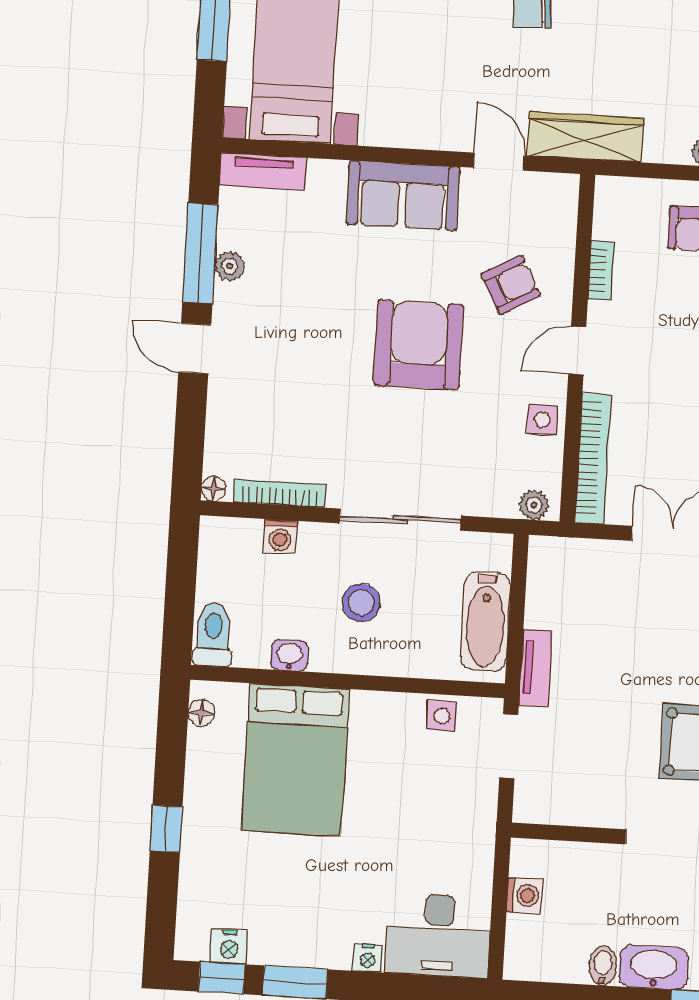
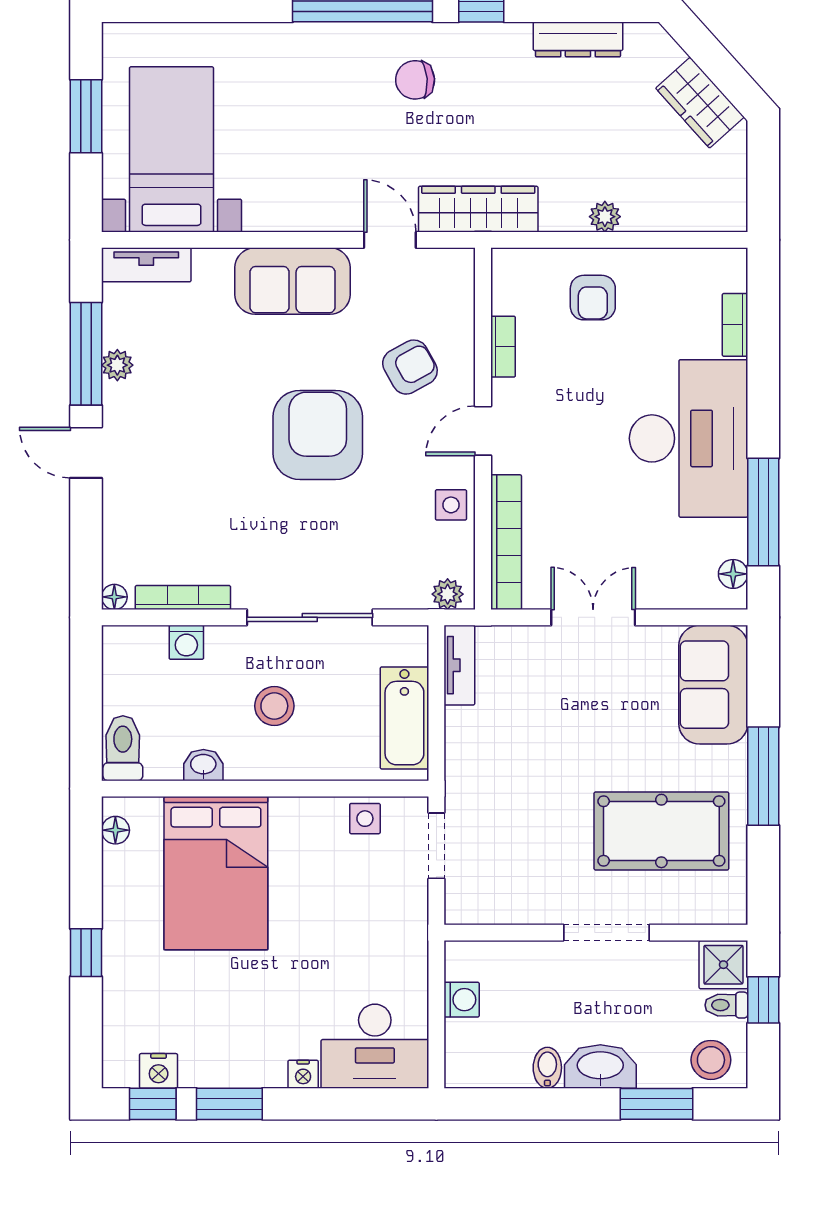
tv unit: (536, 668) -> (459, 665), moved

